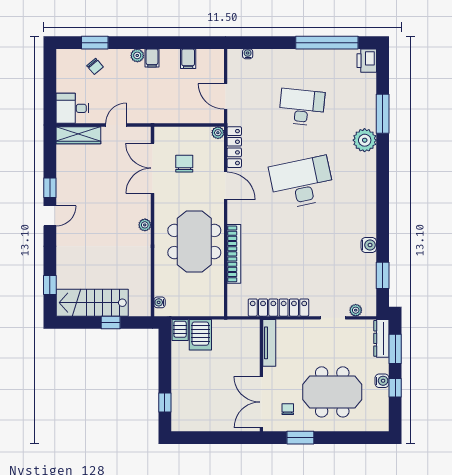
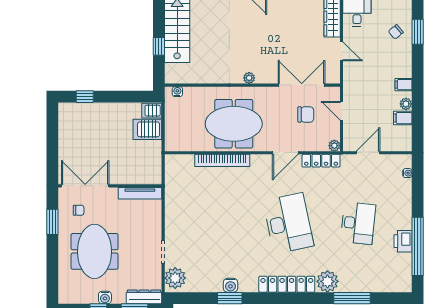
plant: (137, 55) -> (406, 104), moved
printer: (367, 61) -> (403, 241), moved, turned -90
door: (180, 125) -> (341, 111), added
window: (383, 275) -> (230, 298), moved
locker: (278, 308) -> (287, 284), moved, turned -90
plant: (356, 310) -> (175, 278), width x1.88, depth x1.88

